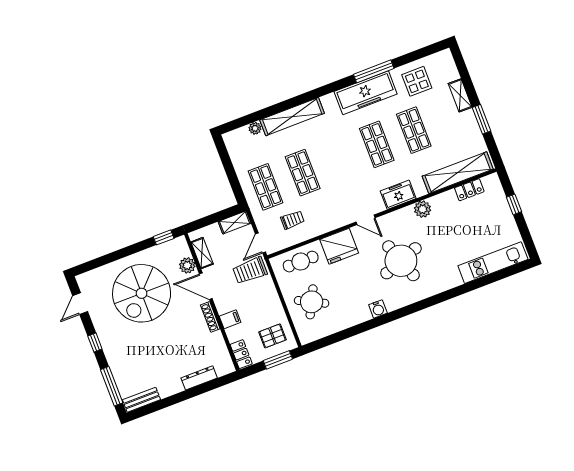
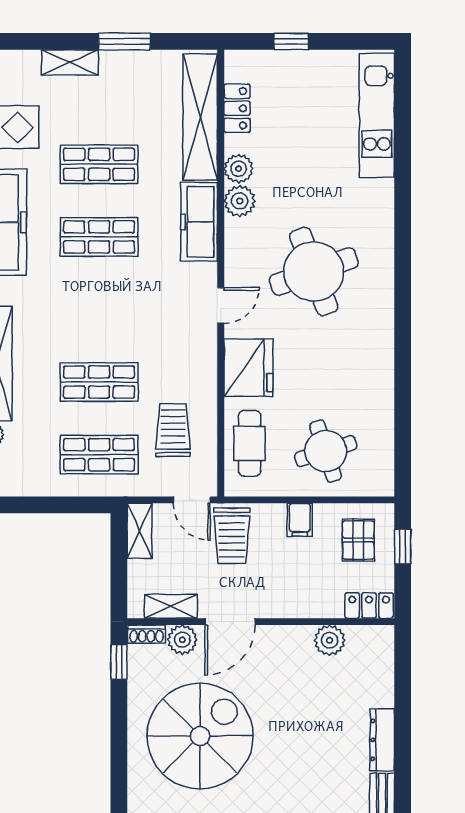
freezer: (398, 195) -> (199, 222), width x1.40
plant: (439, 202) -> (239, 169), added
trolley: (292, 220) -> (173, 430), width x1.36, depth x1.39
spiral stairs: (142, 293) -> (200, 736), turned -90
round table: (312, 302) -> (326, 451), turned 45
water cooler: (378, 309) -> (381, 342), removed
shoe rack: (210, 317) -> (147, 634), moved, width x0.70
filing cabinet: (230, 319) -> (300, 520), moved, turned 180
plant: (216, 341) -> (330, 640), added
window: (278, 360) -> (403, 546), width x0.67
dresser: (199, 378) -> (382, 740), moved

